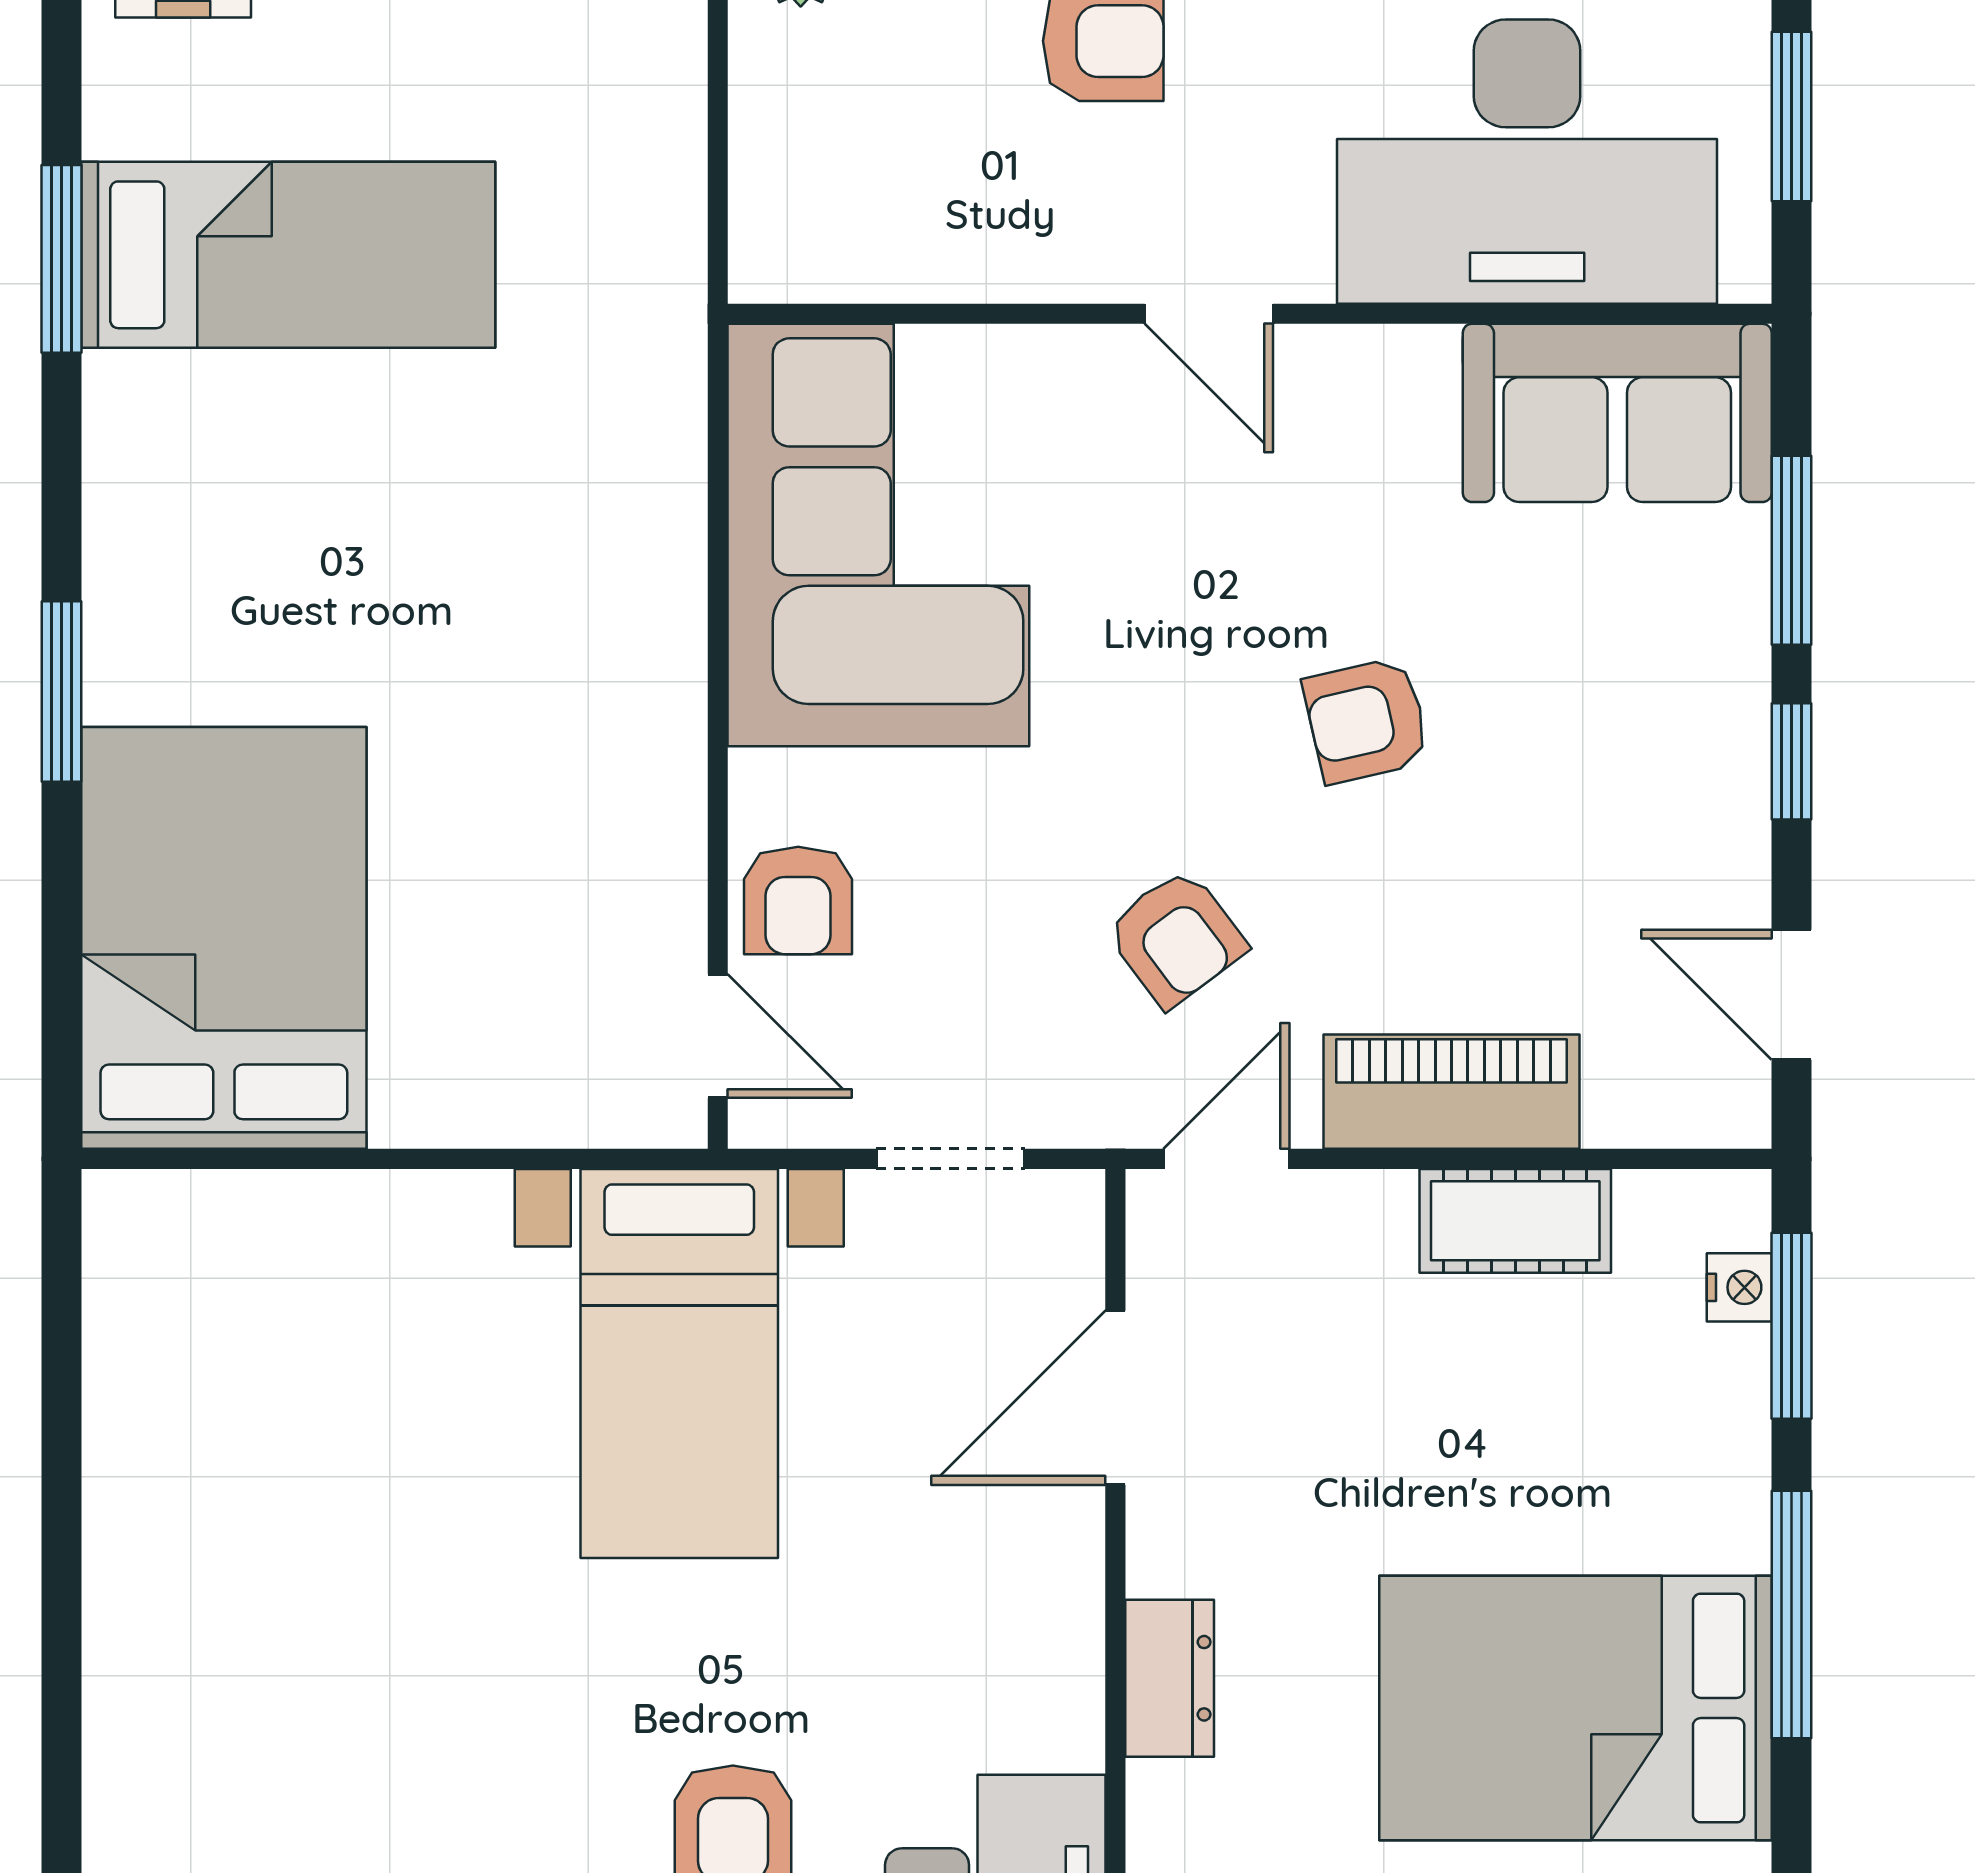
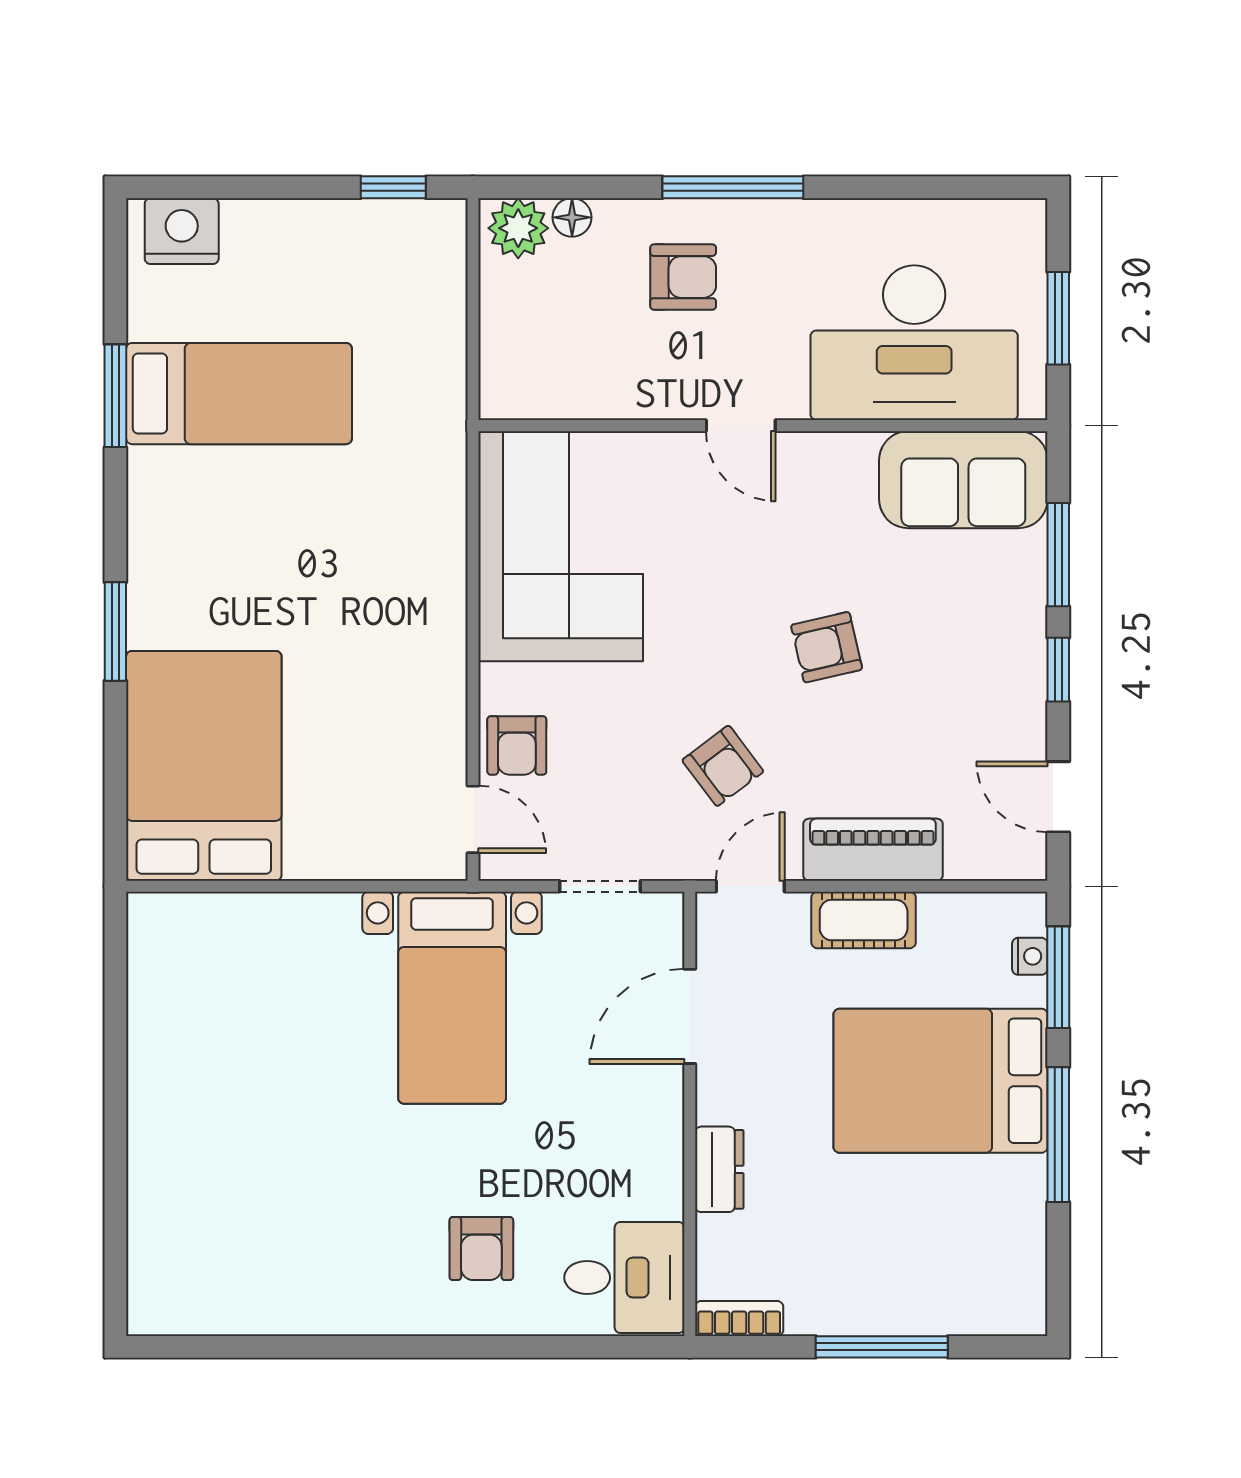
cot: (1515, 1221) -> (864, 920), moved
bed: (1575, 1708) -> (941, 1081), moved

